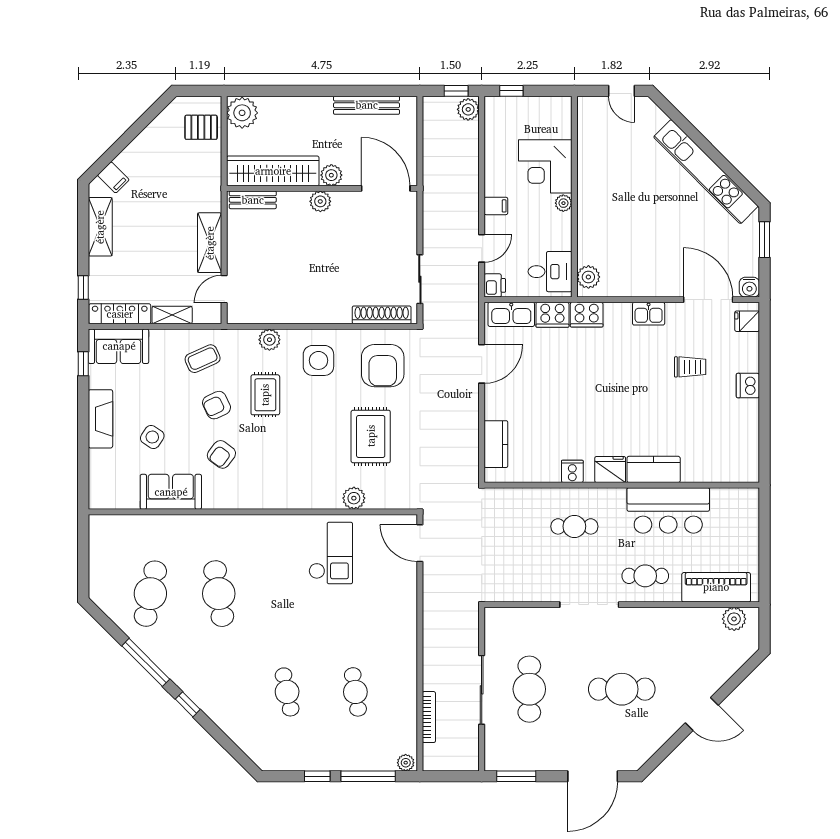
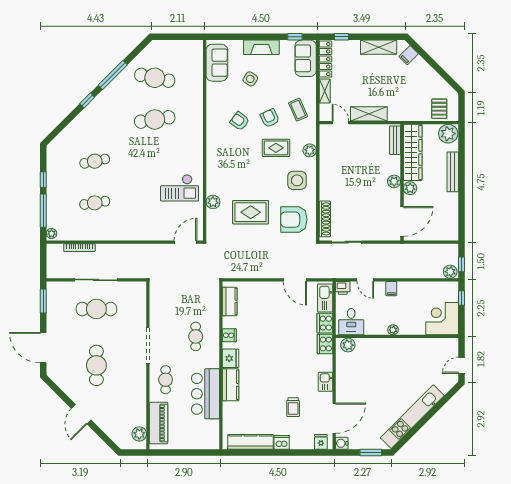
bench: (367, 105) -> (453, 172), moved
corner desk: (545, 166) -> (442, 319), moved
kitchen counter: (747, 437) -> (250, 442), added
kitchen counter: (496, 444) -> (230, 301), moved, turned -90
sofa: (171, 492) -> (217, 63), moved

